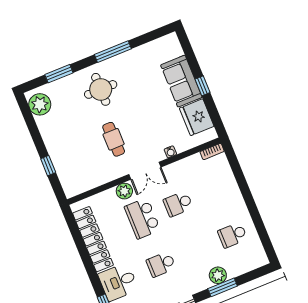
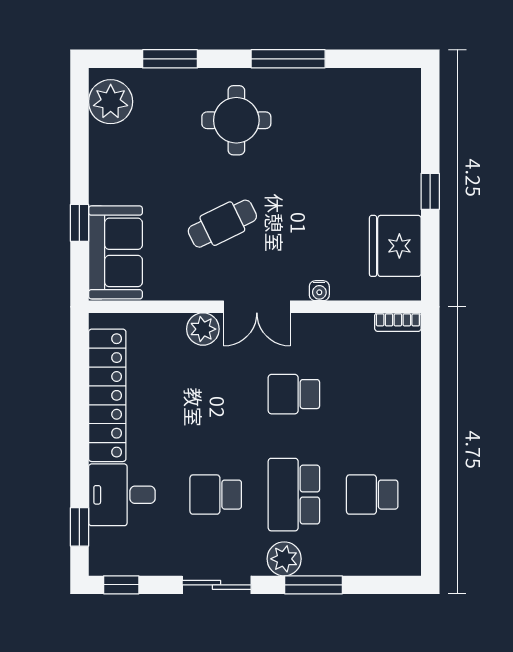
sofa: (181, 81) -> (115, 252), moved, turned 180
cafe table: (114, 139) -> (222, 224), turned 64
school desk: (142, 218) -> (294, 495), moved
plant: (218, 275) -> (284, 559), moved

